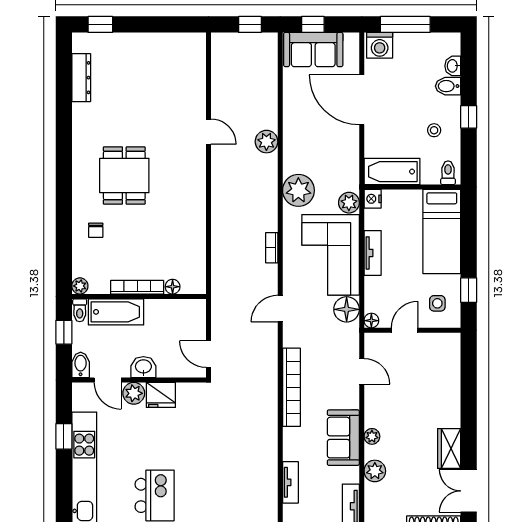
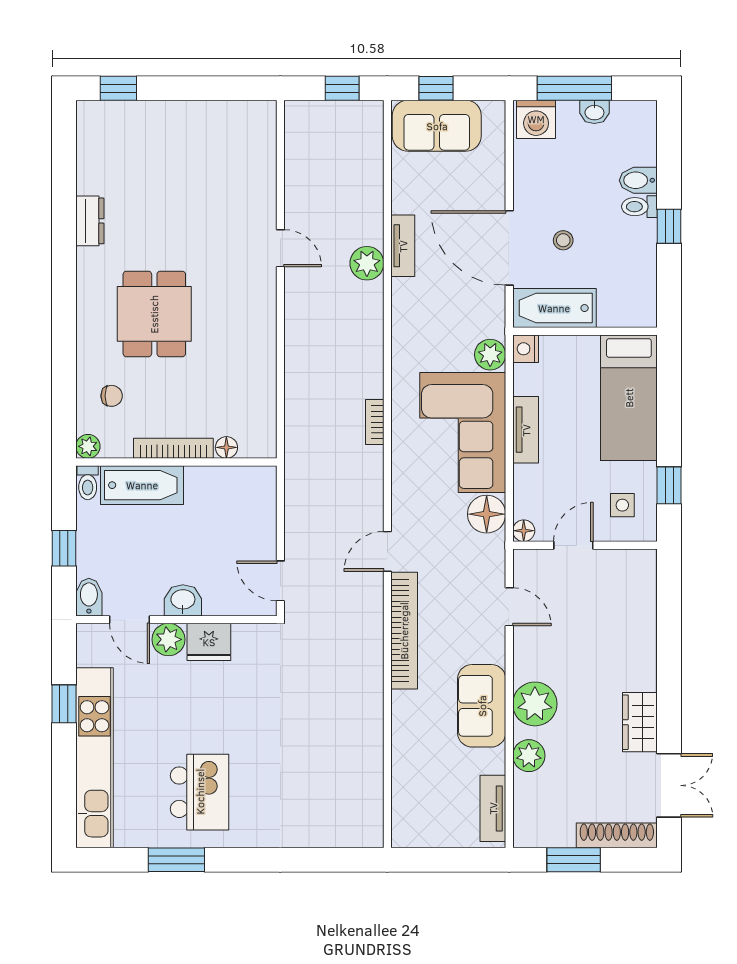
washbasin: (453, 66) -> (594, 112), moved, turned -90
dresser: (81, 78) -> (90, 221), moved, width x0.70
door: (362, 100) -> (509, 248), moved
stool: (434, 130) -> (563, 240), moved
toilet: (448, 173) -> (639, 207), moved, turned -90
plant: (298, 190) -> (415, 336), removed
chair: (96, 230) -> (112, 396), turned -90
plant: (80, 286) -> (88, 446), moved
bookcase: (137, 287) -> (173, 448), moved
floor lamp: (173, 287) -> (226, 447), moved
wall: (139, 296) -> (176, 462), moved
door: (280, 309) -> (387, 551), moved
toilet: (80, 310) -> (88, 483), moved
bathtub: (116, 312) -> (142, 485), moved
plant: (372, 436) -> (535, 704), width x1.88, depth x1.88
tv unit: (290, 482) -> (403, 246), moved
double door: (469, 491) -> (669, 785), swing flipped

